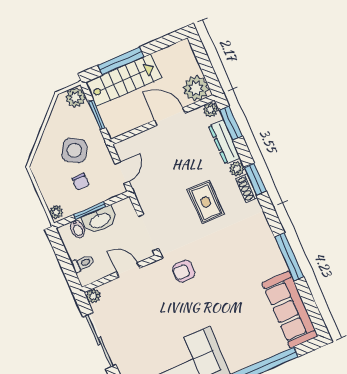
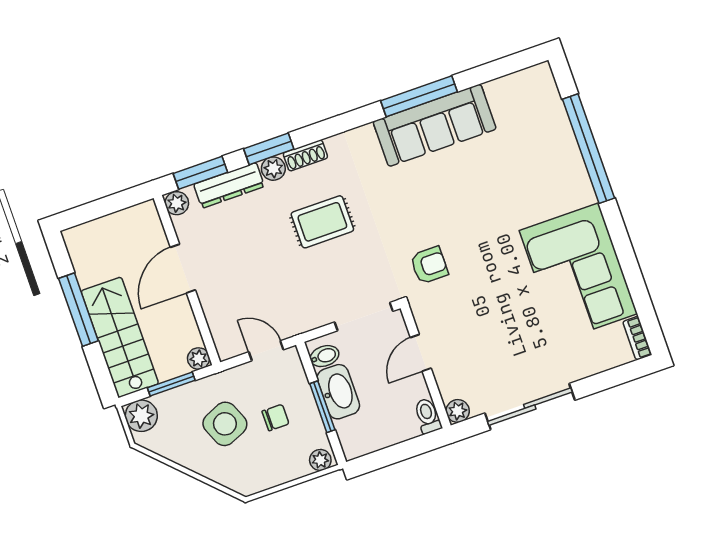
window: (121, 61) -> (78, 310), moved
plant: (196, 88) -> (199, 359), moved, width x0.53, depth x0.53
side table: (74, 150) -> (225, 424), turned 36
window: (255, 179) -> (269, 149), moved
bidet: (77, 229) -> (324, 356), moved
toilet: (83, 263) -> (428, 416), moved
armchair: (184, 271) -> (429, 265), turned -90
sofa: (290, 310) -> (435, 125), moved

